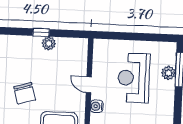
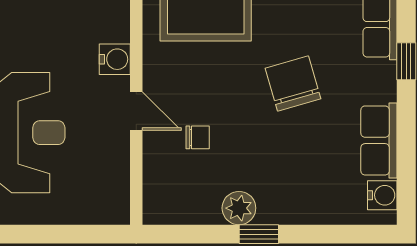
chair: (64, 73) -> (198, 137), added

